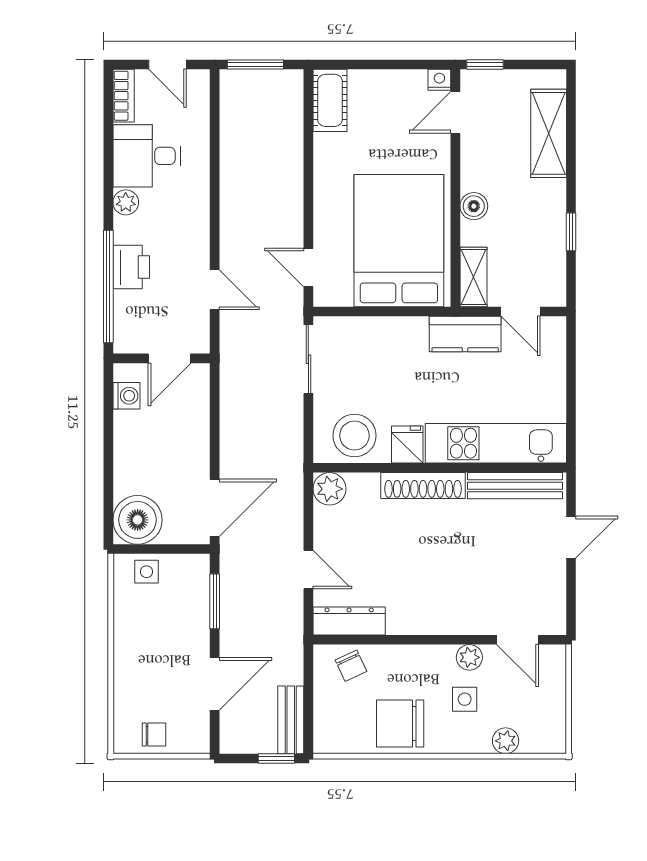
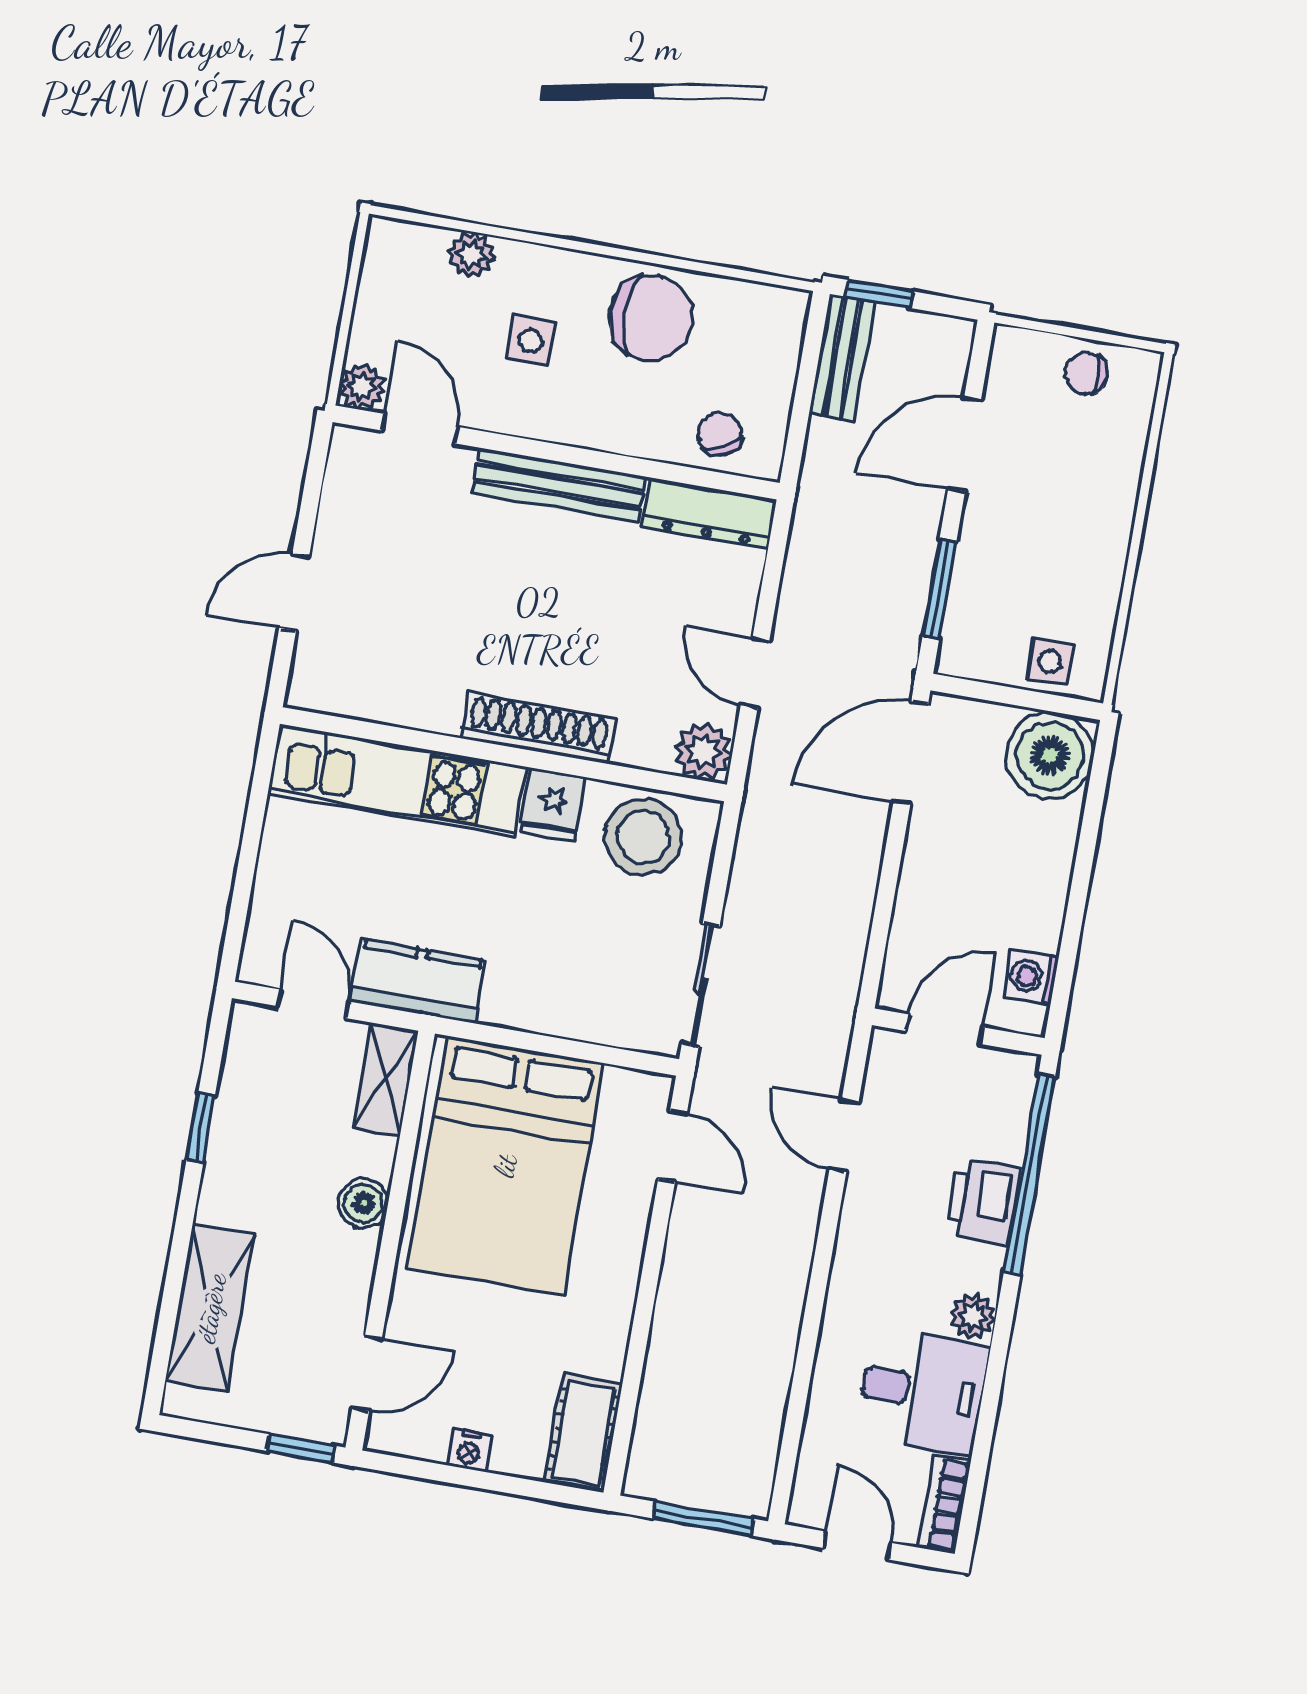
nightstand: (439, 80) -> (469, 1450), moved
bench: (515, 486) -> (559, 485), moved
door: (308, 570) -> (755, 673), moved
plant: (469, 657) -> (362, 387), moved

